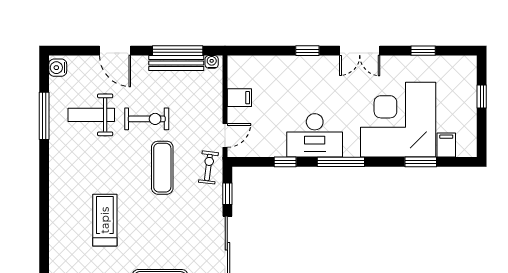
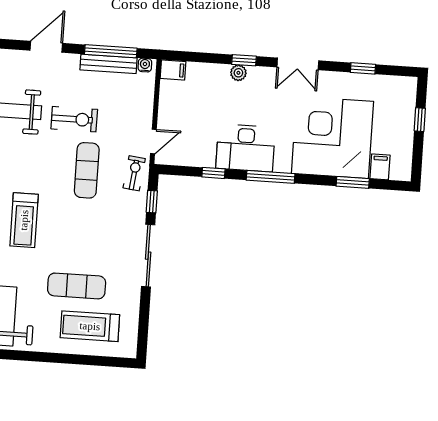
door: (115, 51) -> (46, 47), swing flipped
plant: (303, 63) -> (238, 73), added
filing cabinet: (239, 98) -> (173, 70), moved
treadmill: (105, 220) -> (24, 220), turned 180

